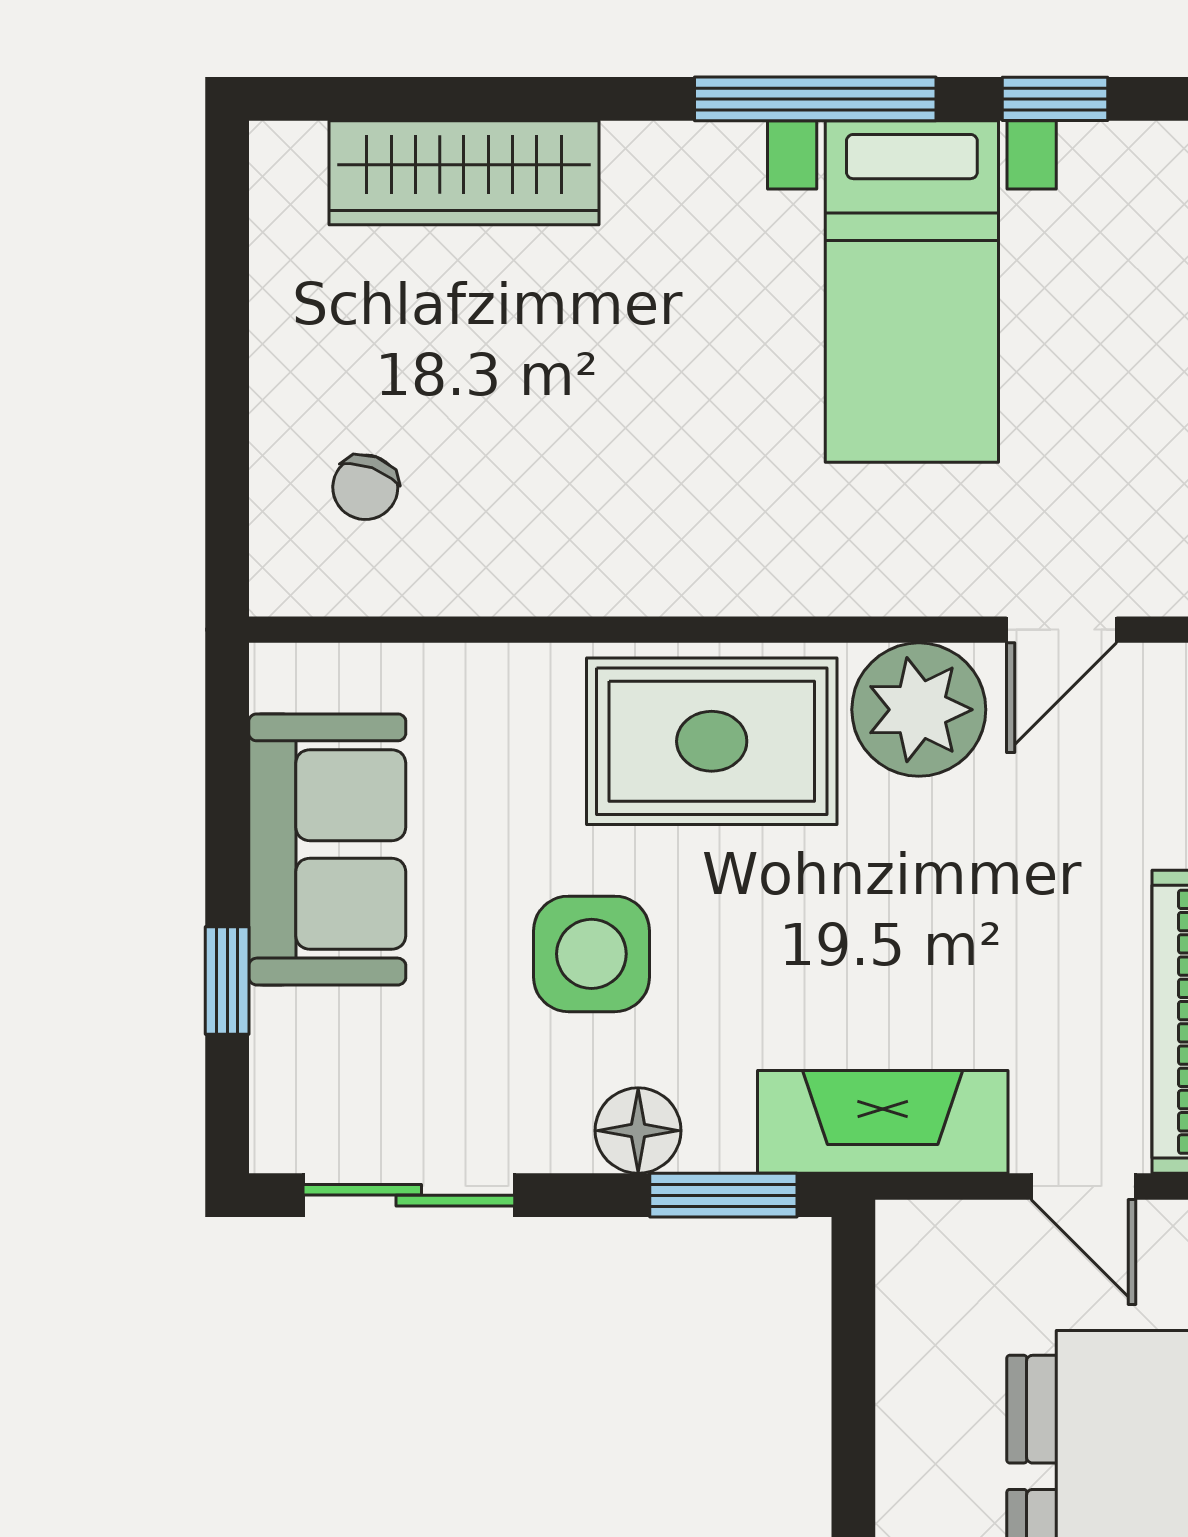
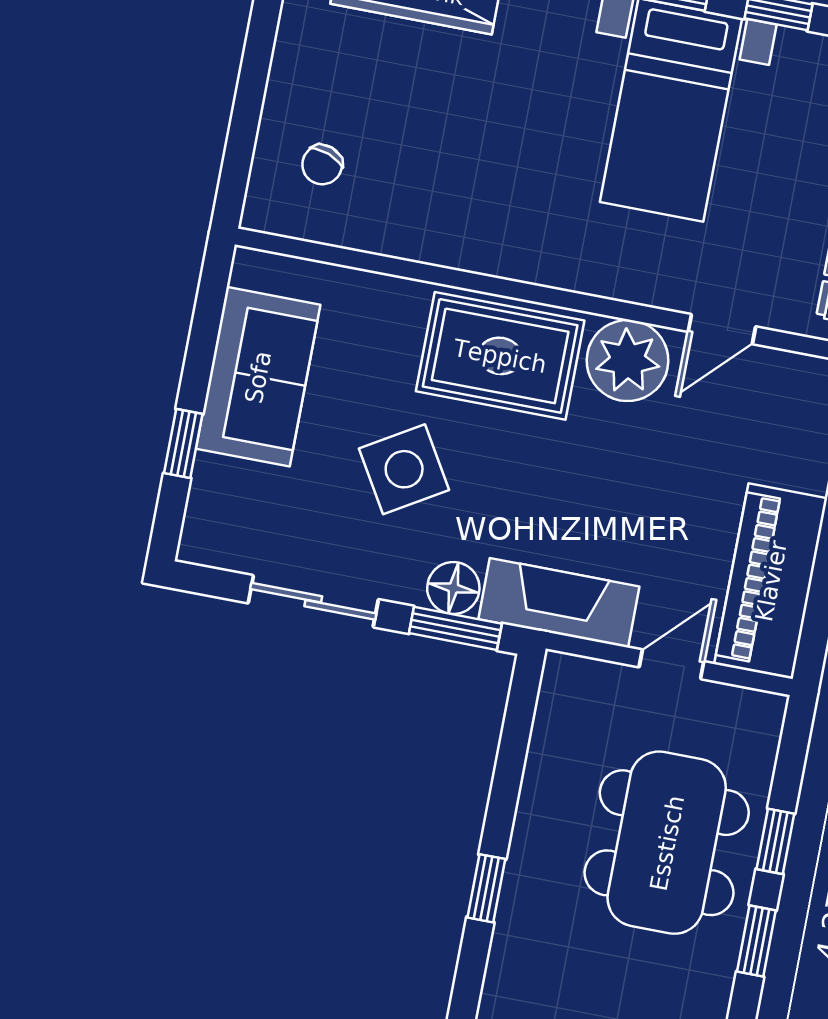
side table: (591, 954) -> (404, 469), turned -31
floor lamp: (638, 1131) -> (453, 588), moved
door: (1084, 1186) -> (672, 664), swing flipped
sliding door: (409, 1195) -> (313, 601), moved

